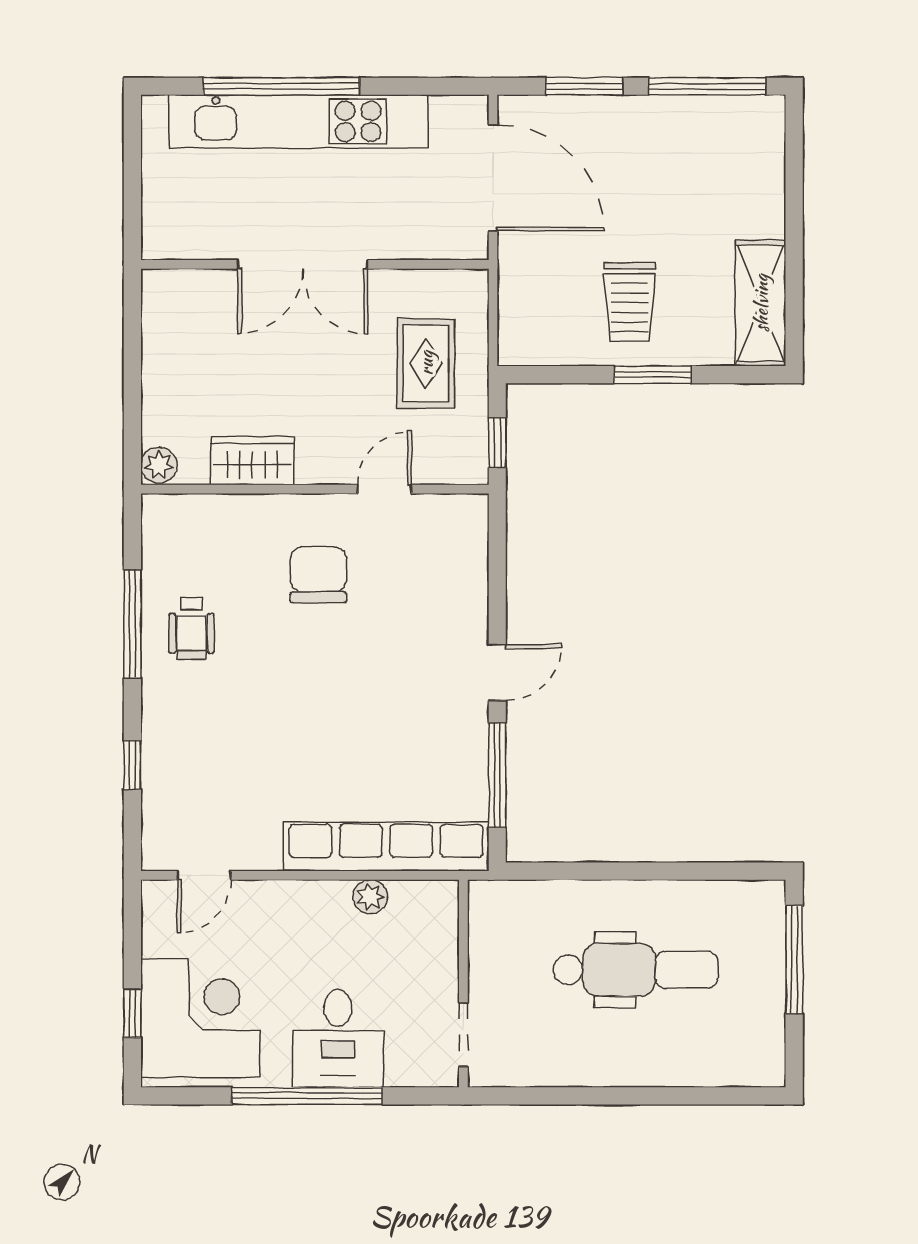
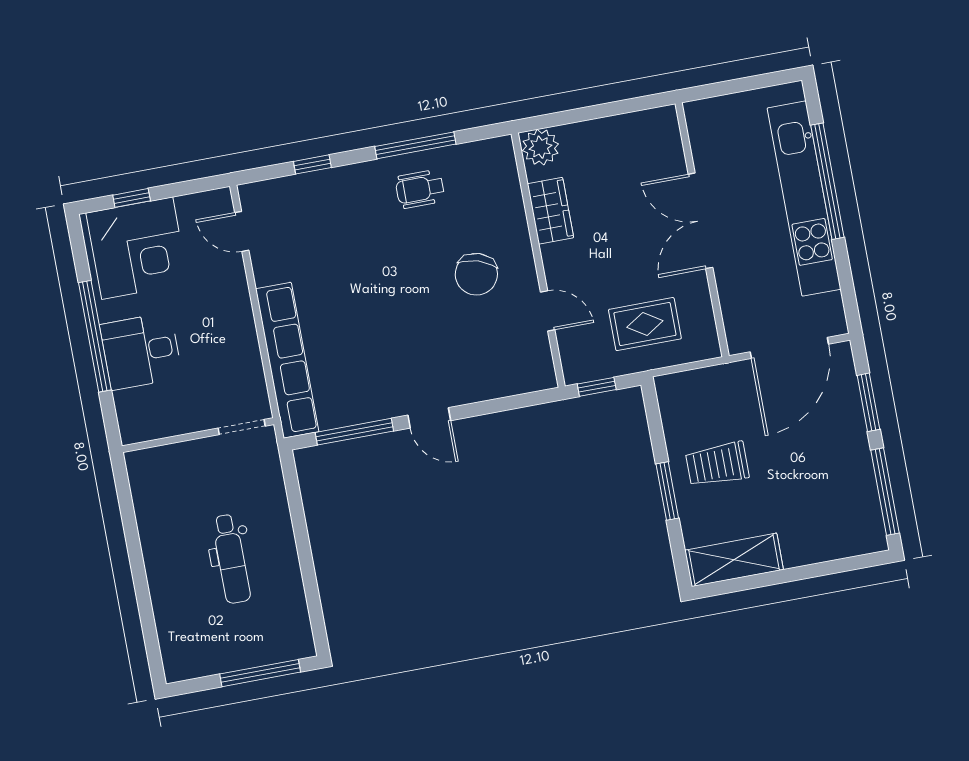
plant: (159, 465) -> (541, 147), width x1.38, depth x1.38
chair: (318, 575) -> (476, 274), turned 108
plant: (370, 897) -> (249, 356), removed
dental chair: (636, 970) -> (231, 559), width x0.73, depth x0.72
doorway: (463, 1035) -> (242, 427), moved

